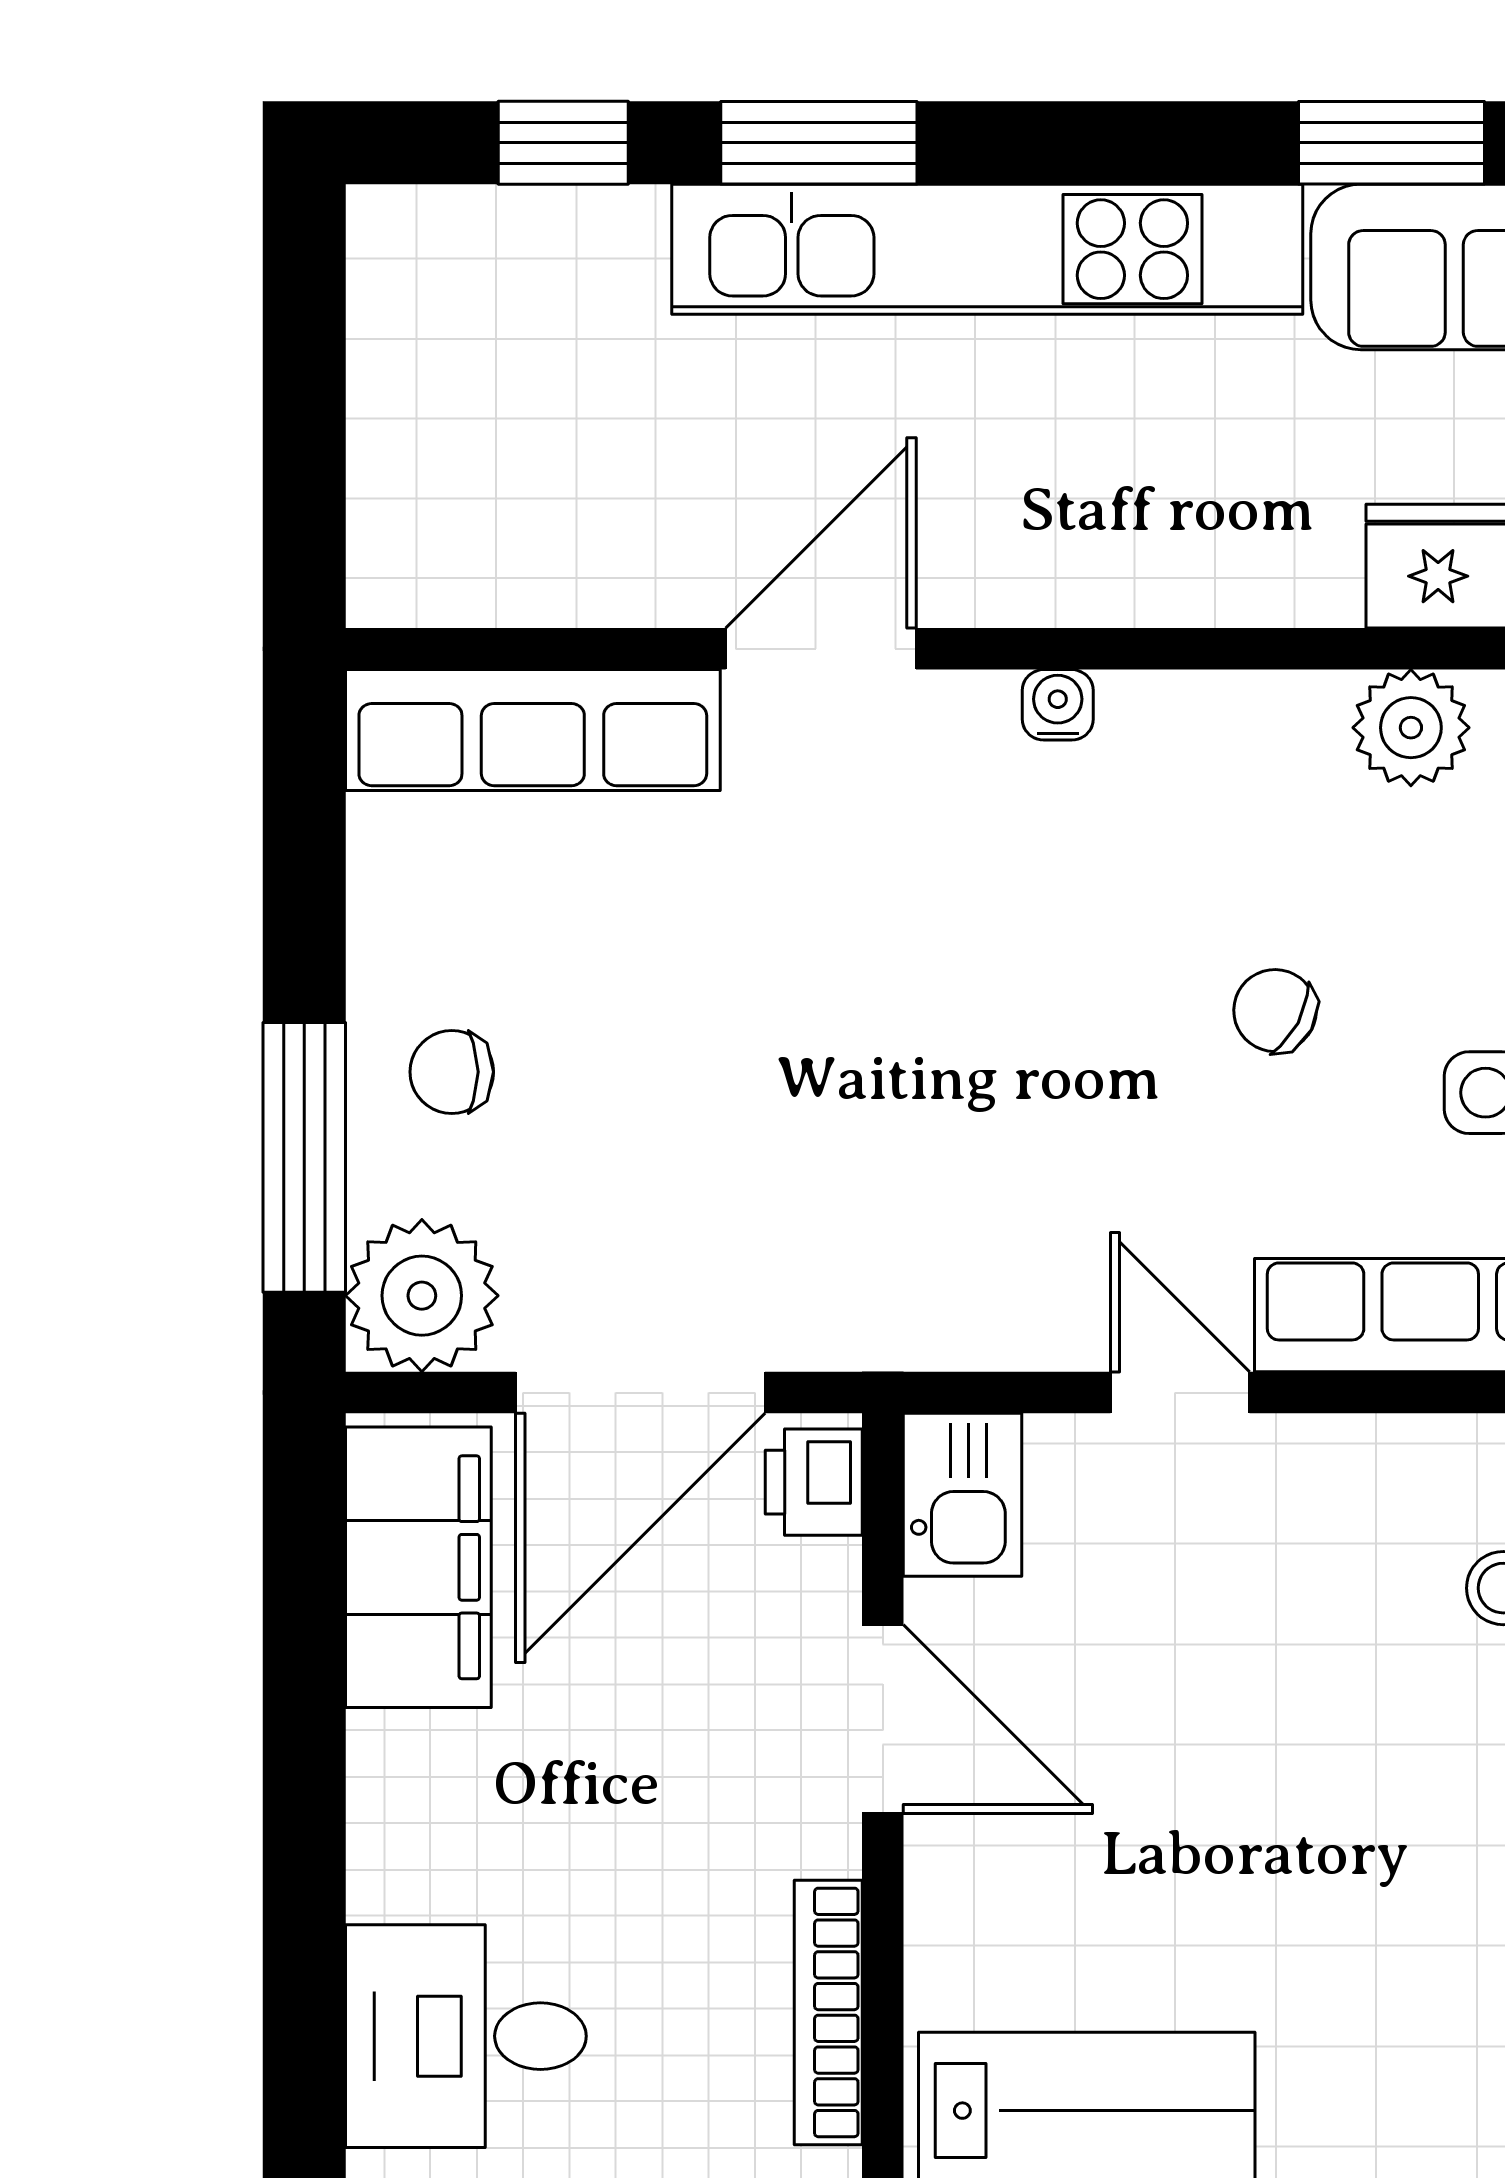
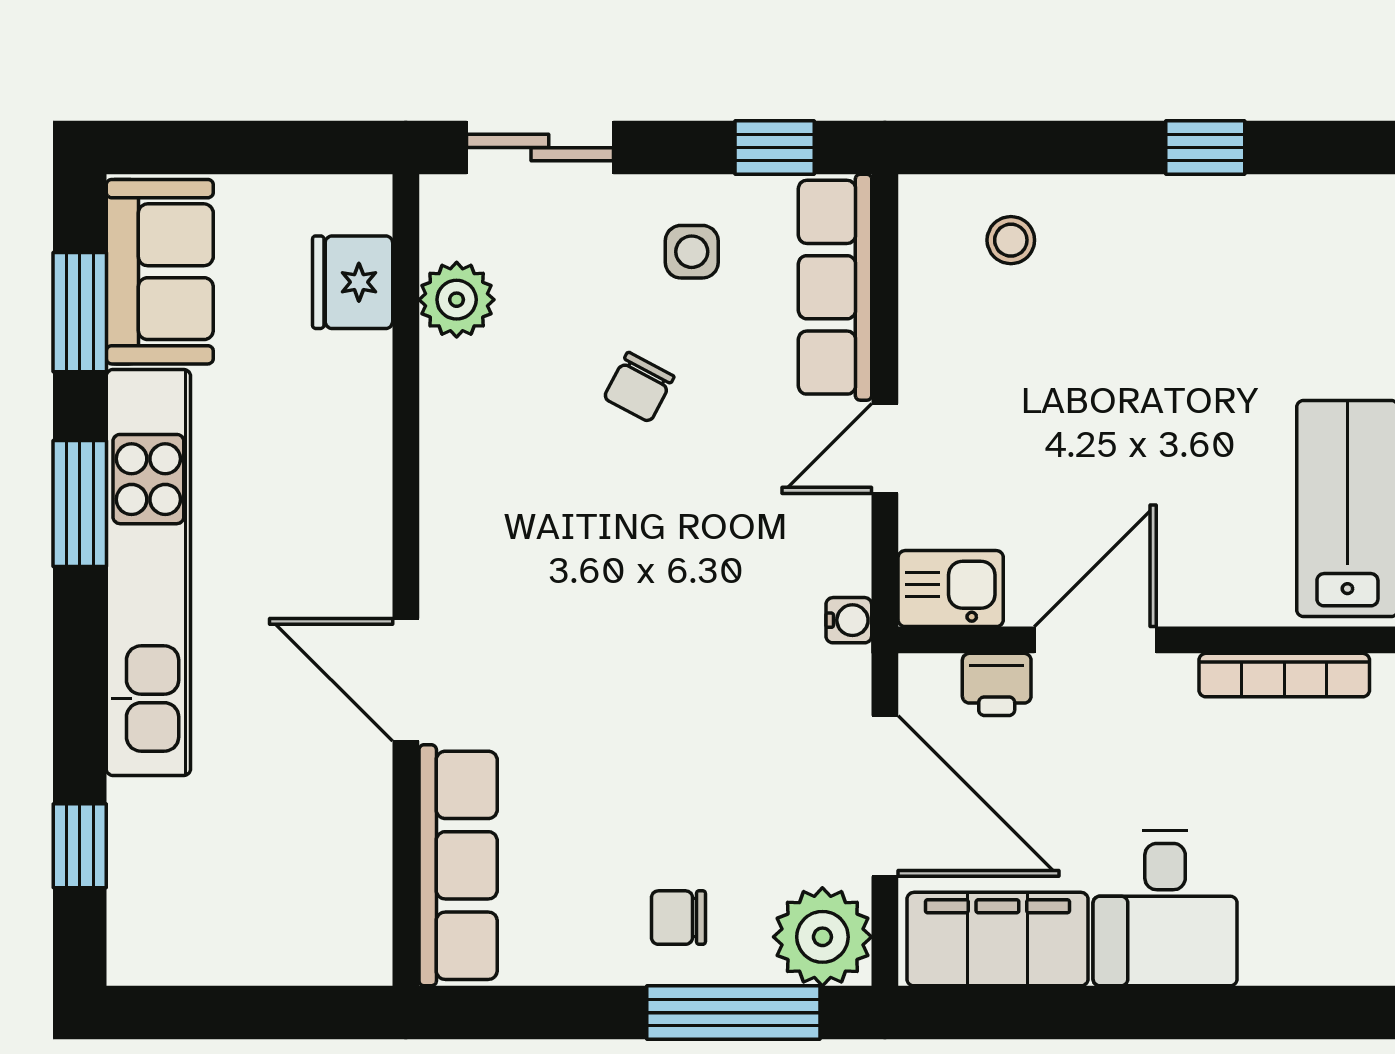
window: (819, 143) -> (80, 503), moved
water cooler: (1058, 705) -> (849, 620), moved, turned 180
chair: (452, 1072) -> (678, 918), turned 90
printer: (814, 1482) -> (997, 684), moved
desk: (466, 2036) -> (1165, 908), moved

